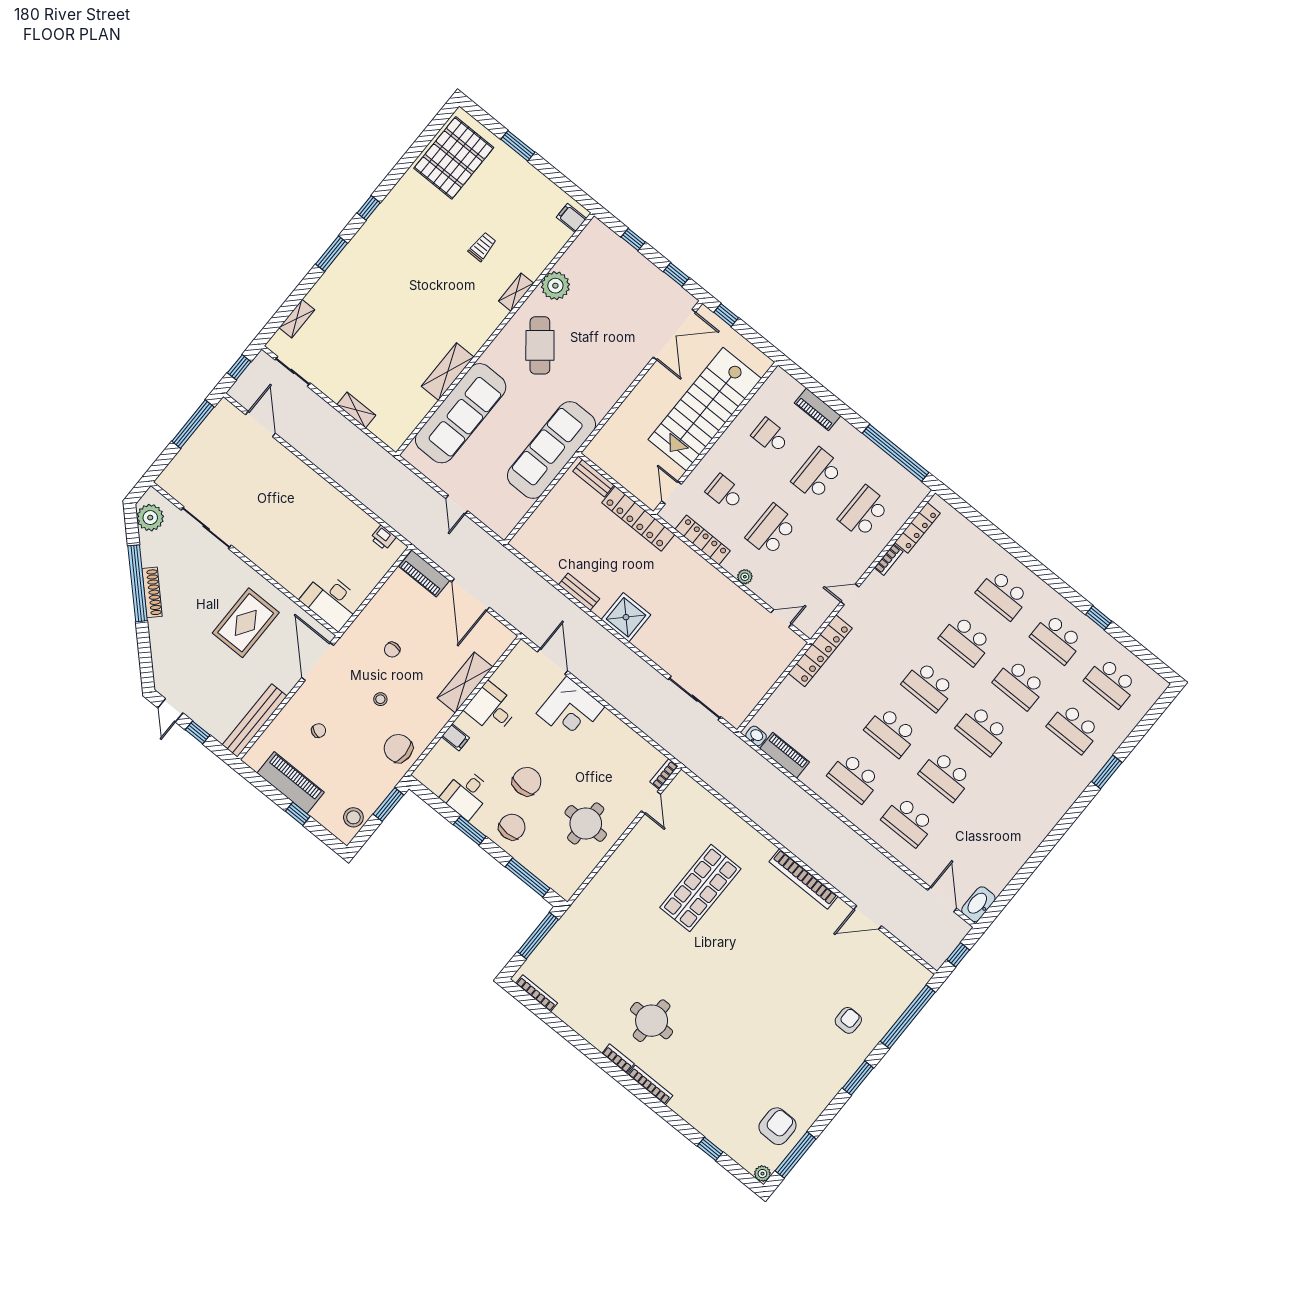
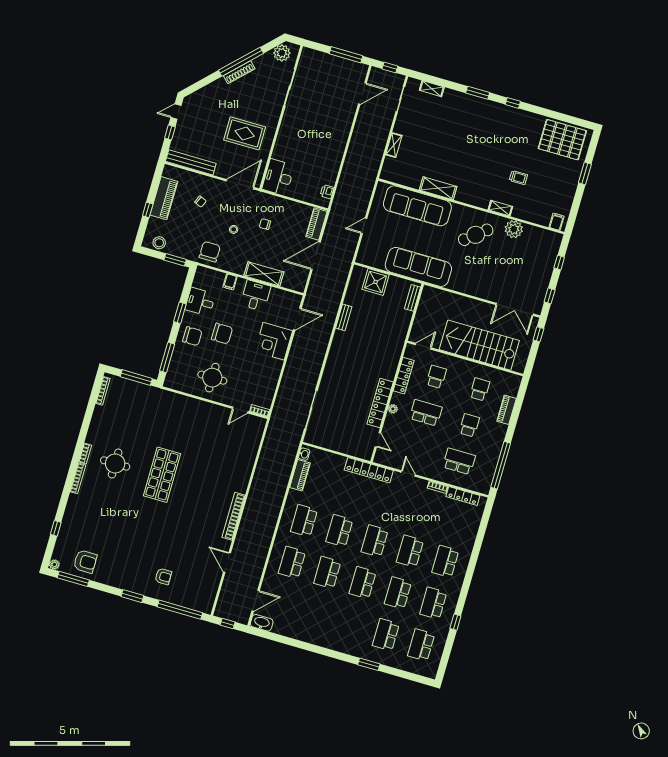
school desk: (817, 474) -> (469, 425), width x0.54
locker: (638, 519) -> (380, 403), moved
shower: (626, 617) -> (376, 282), moved
shop shelf: (700, 888) -> (162, 475), moved, turned 90

